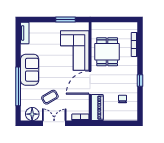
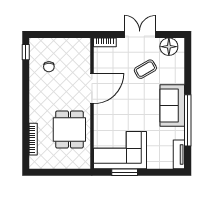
corner sofa: (75, 51) -> (120, 150), moved, turned -90
window: (140, 80) -> (26, 52), moved
window: (18, 86) -> (188, 120), moved
piano: (97, 108) -> (82, 55), removed
double door: (54, 123) -> (140, 34), swing flipped

